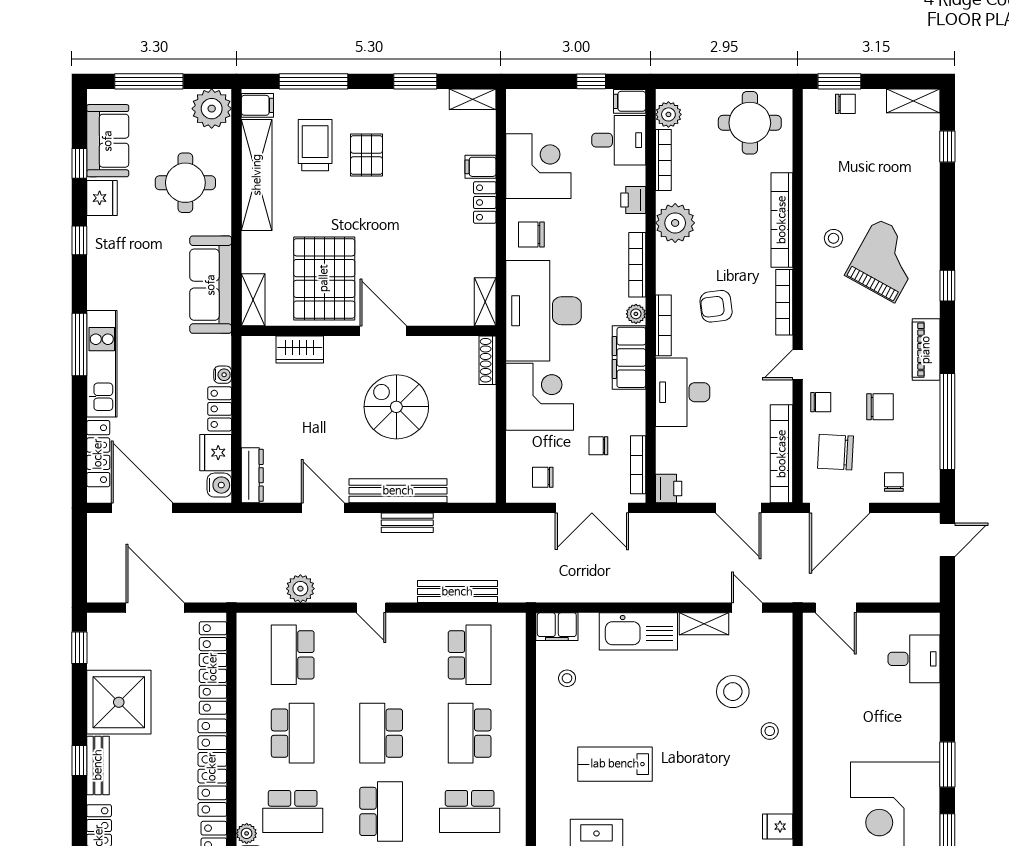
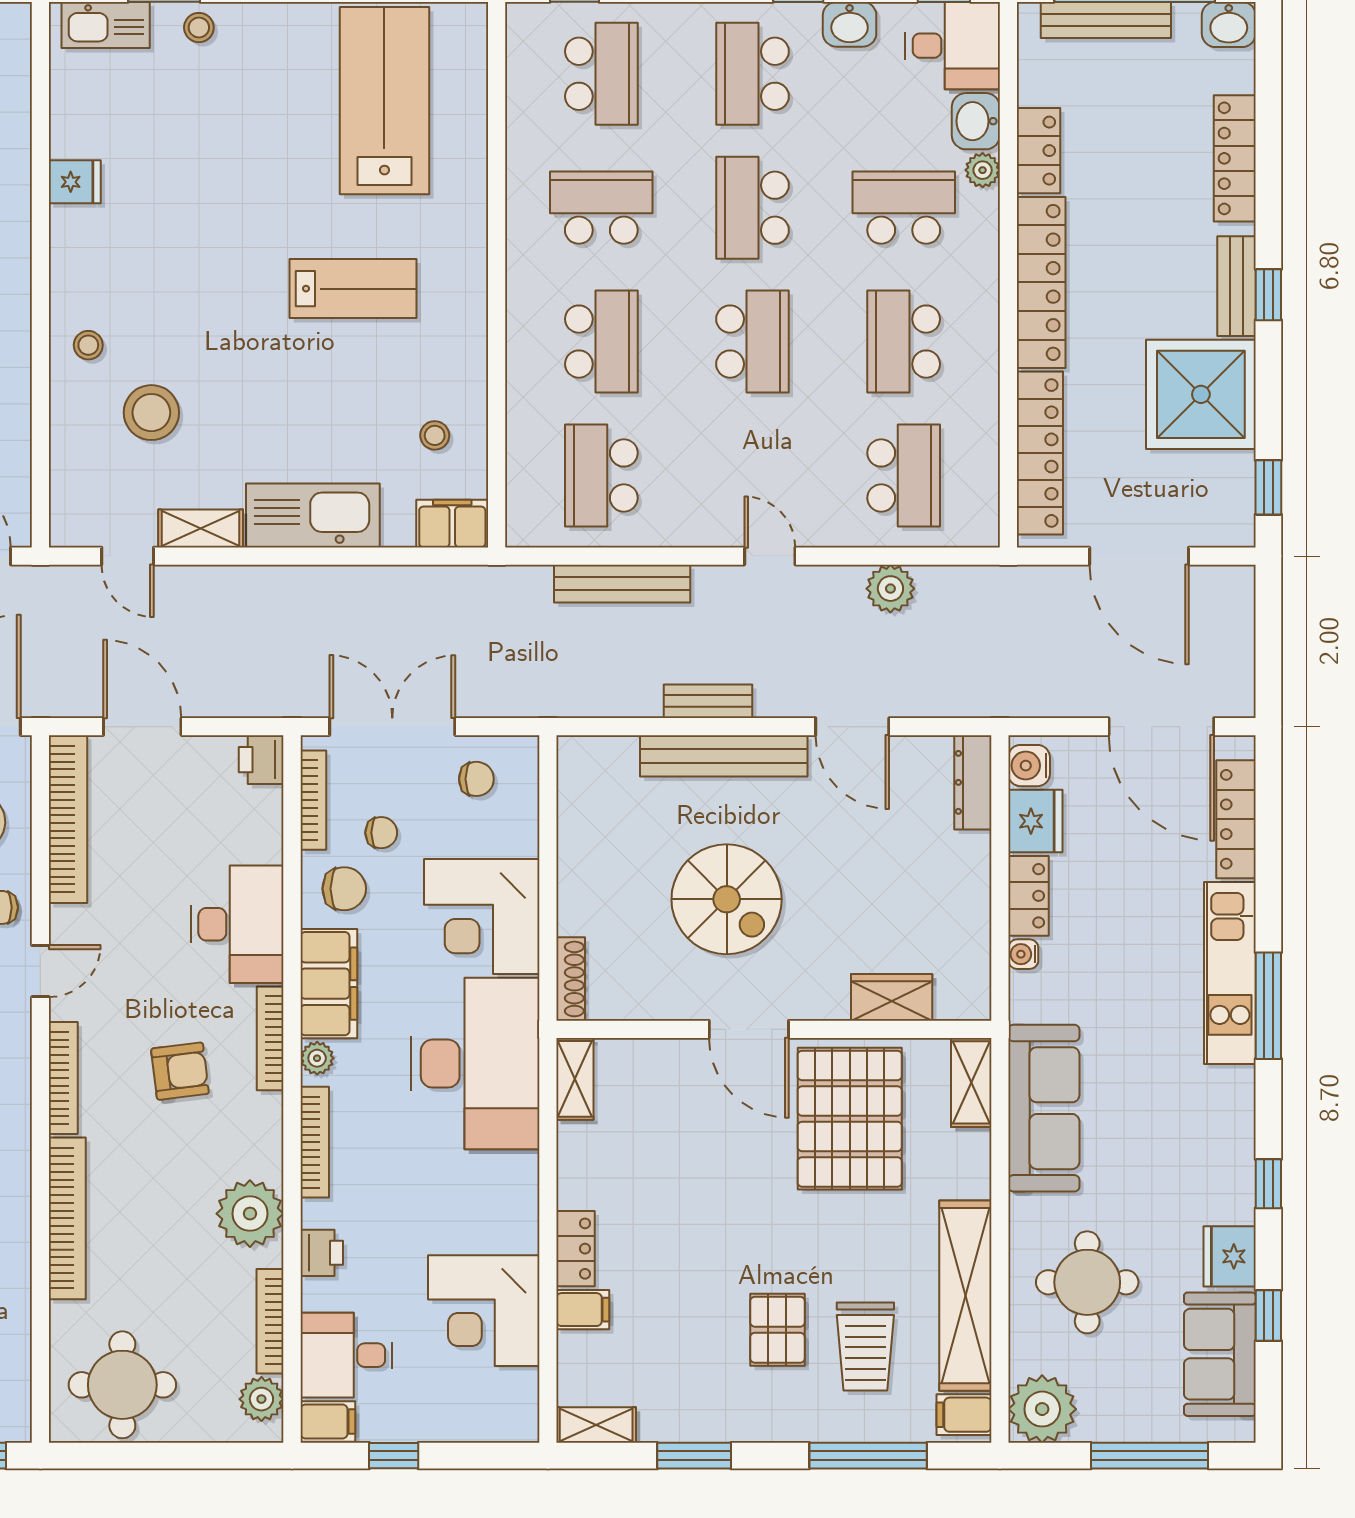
chair: (531, 234) -> (344, 889), moved

